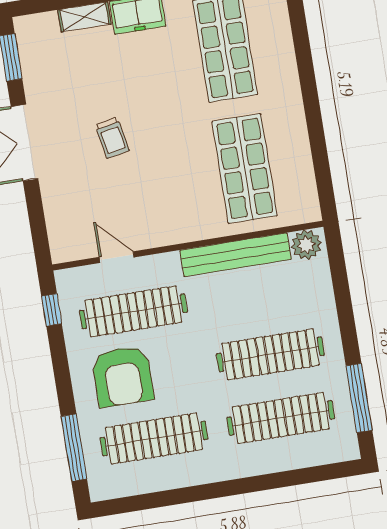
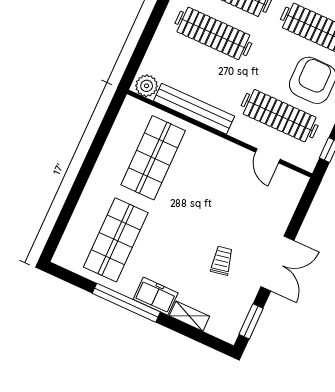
trolley: (112, 138) -> (222, 261), moved

